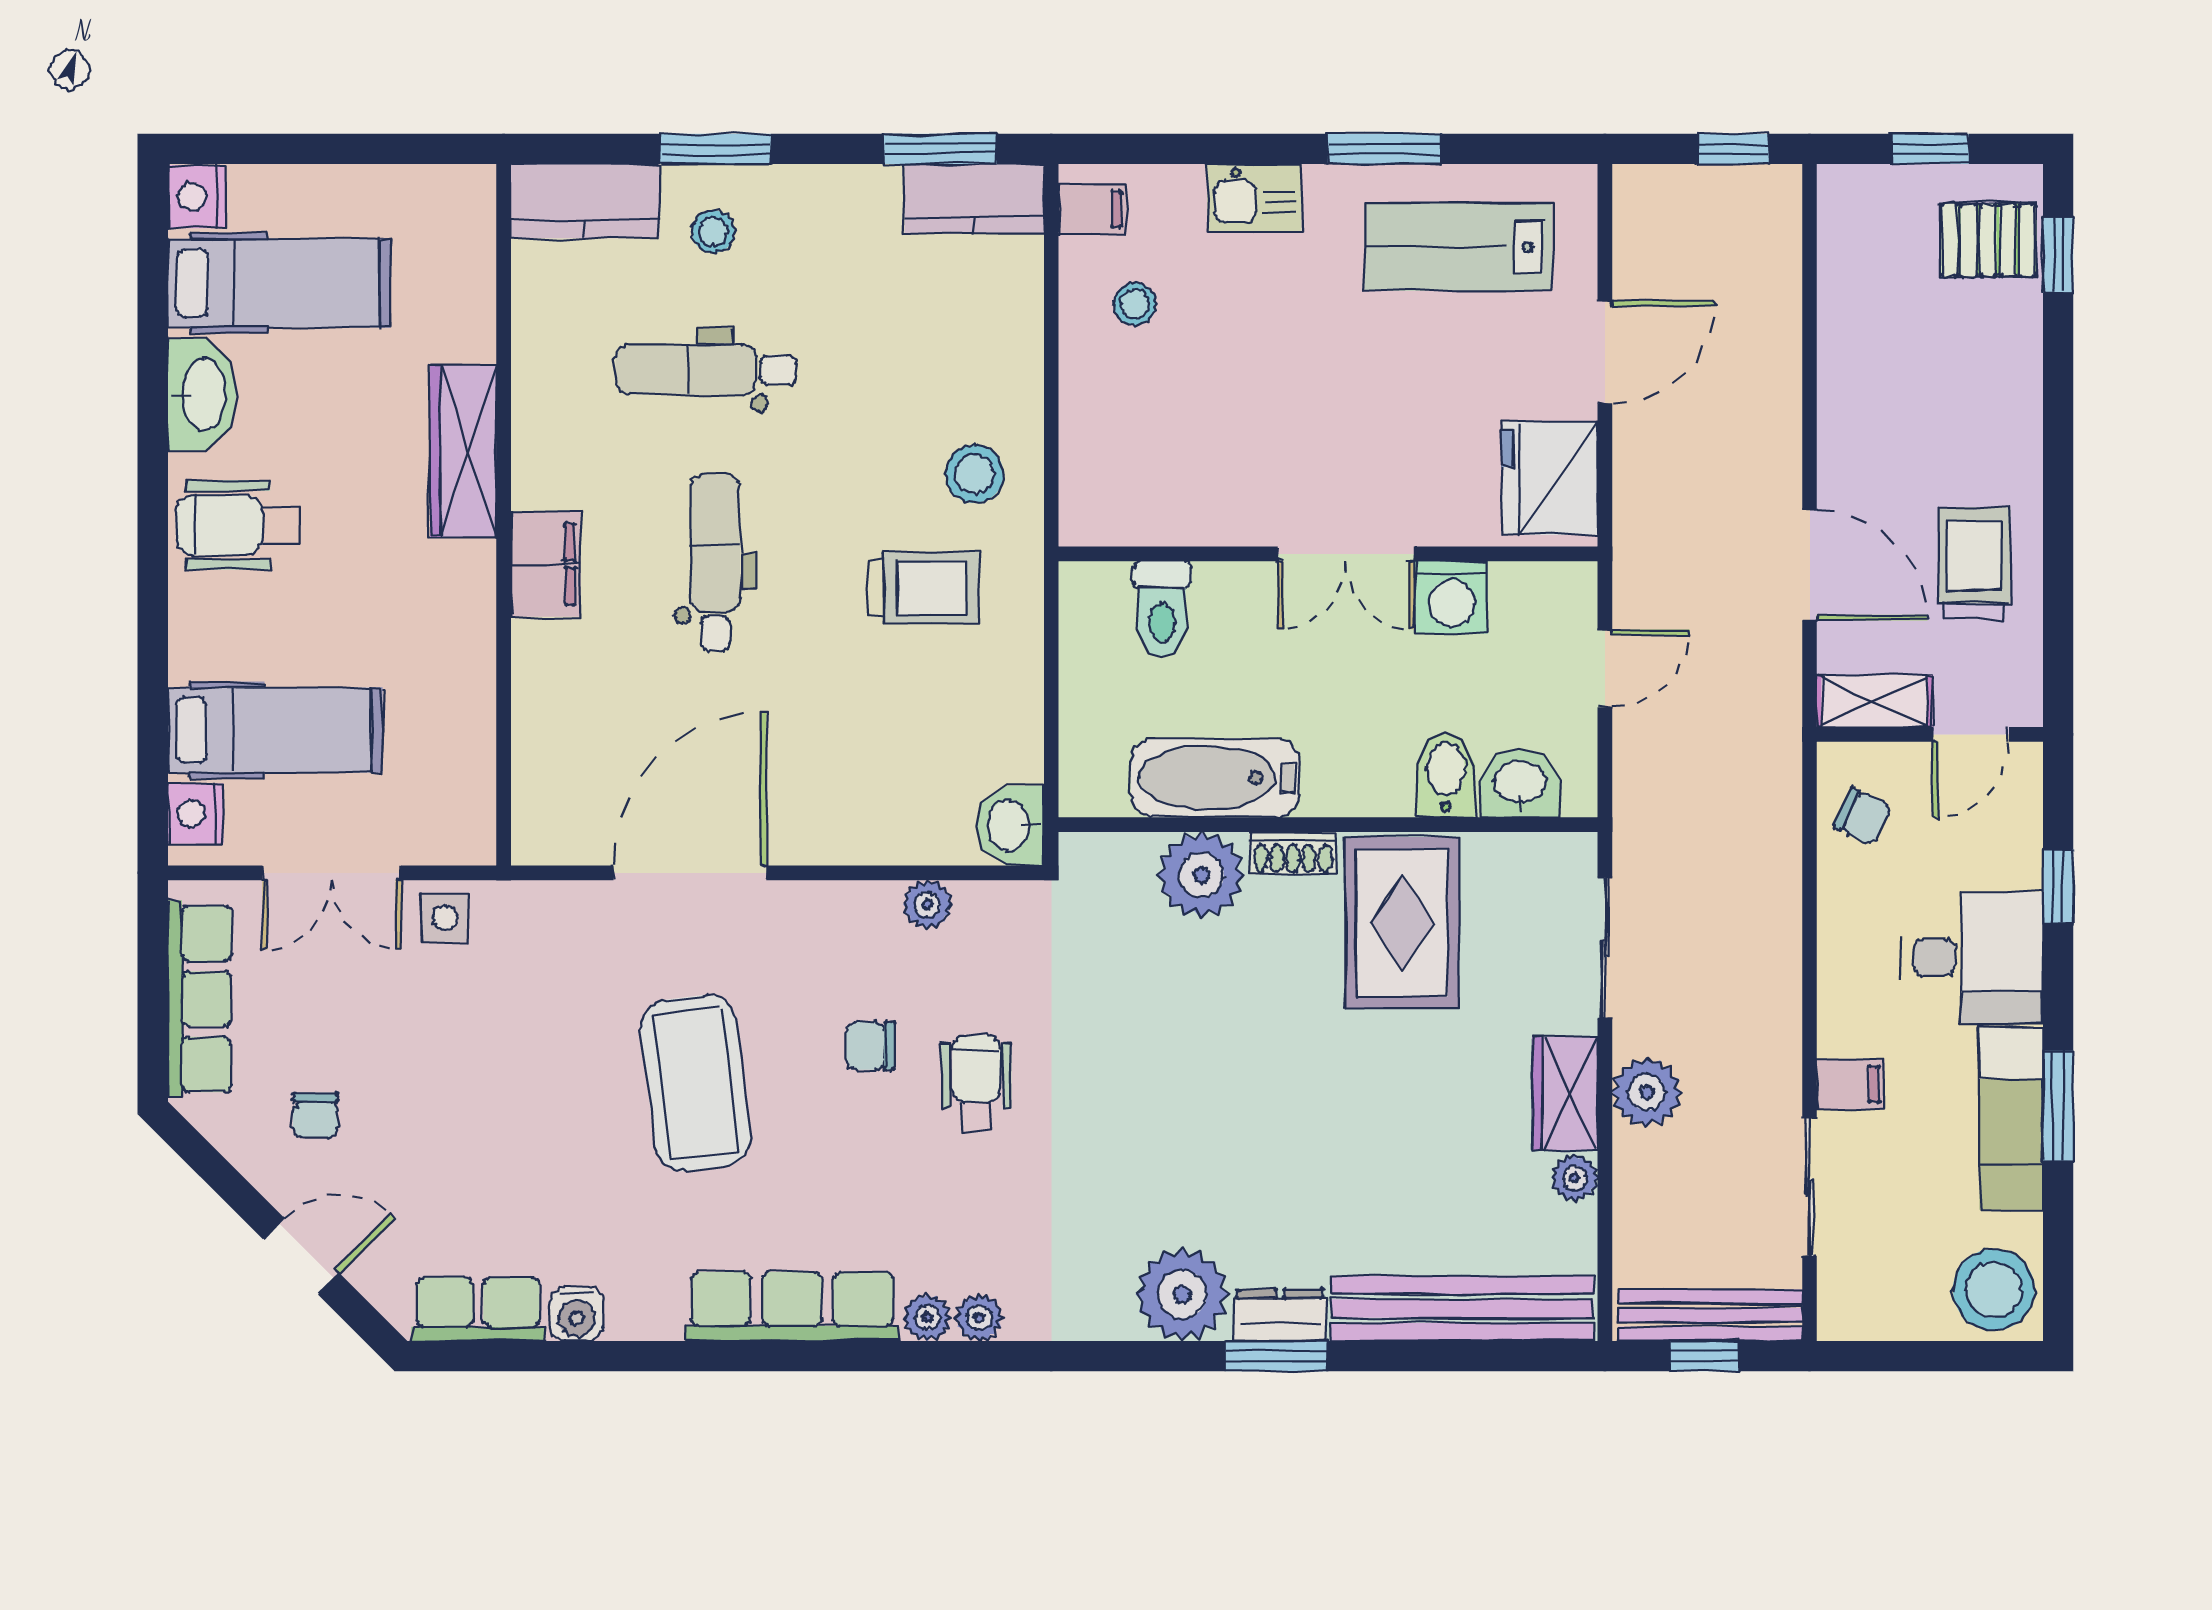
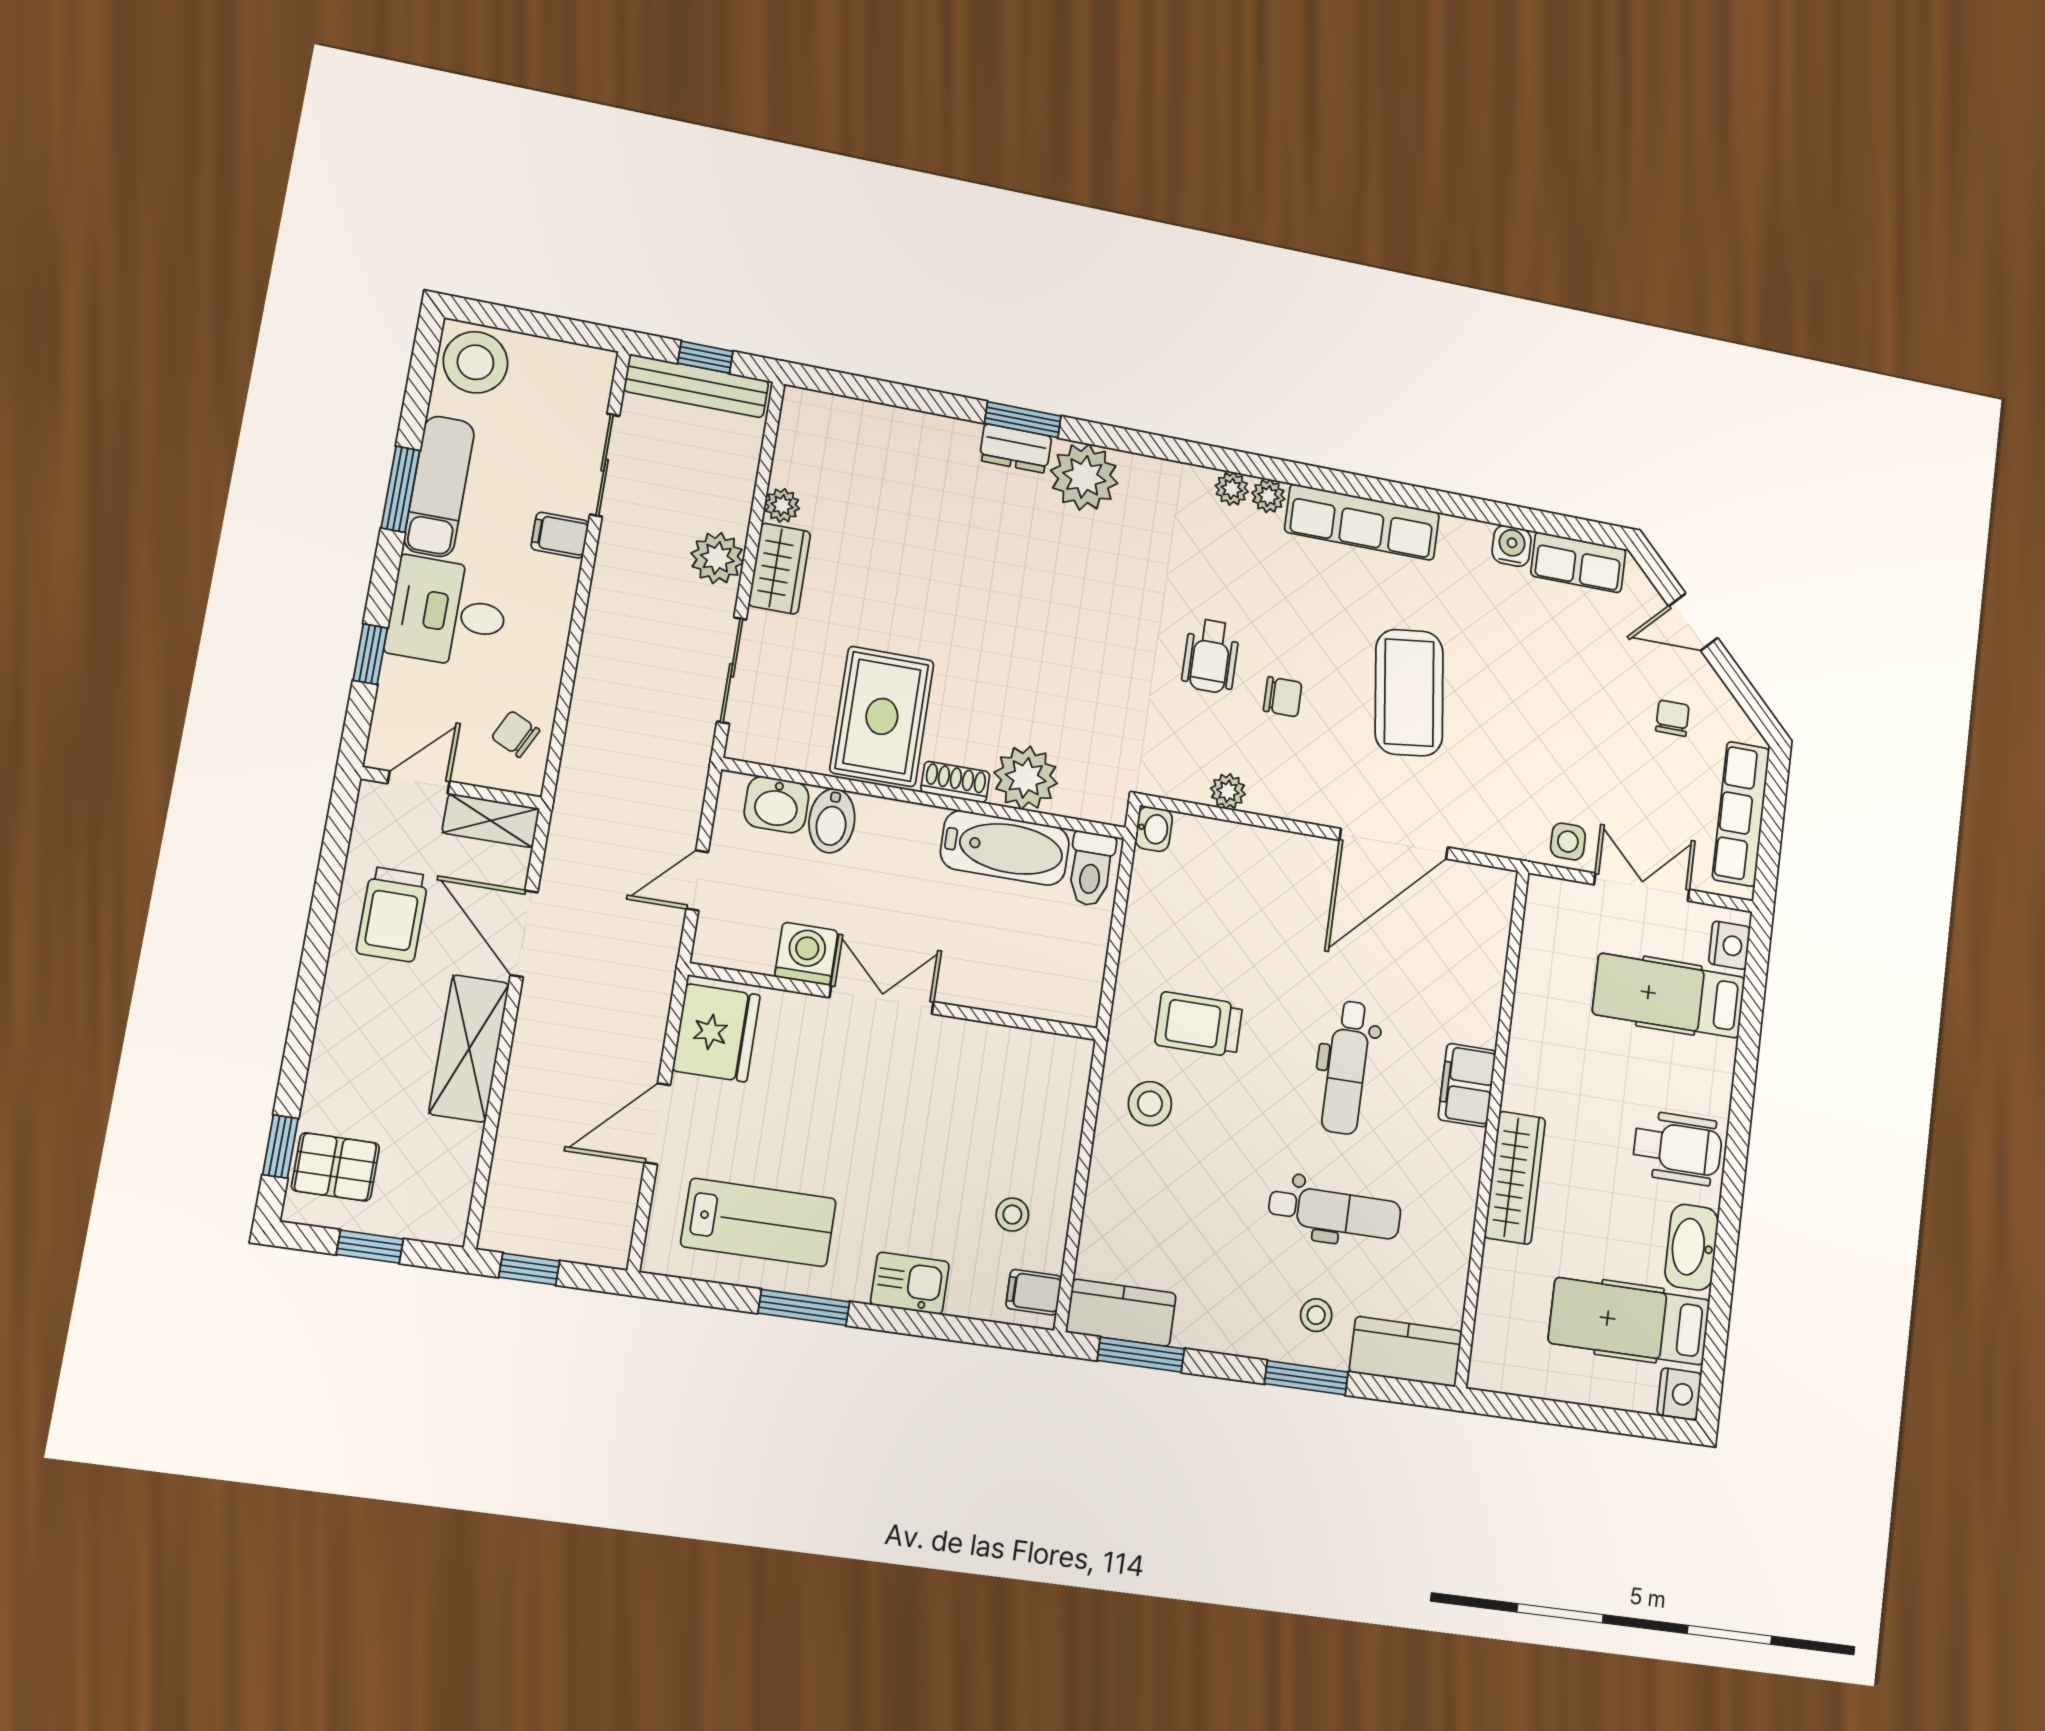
shelving: (1852, 411) -> (469, 1048), added
toilet: (1162, 609) -> (1091, 869), moved, turned 180
washbasin: (1010, 826) -> (1154, 829), width x0.72, depth x0.69
bench: (1462, 1308) -> (881, 427), removed

